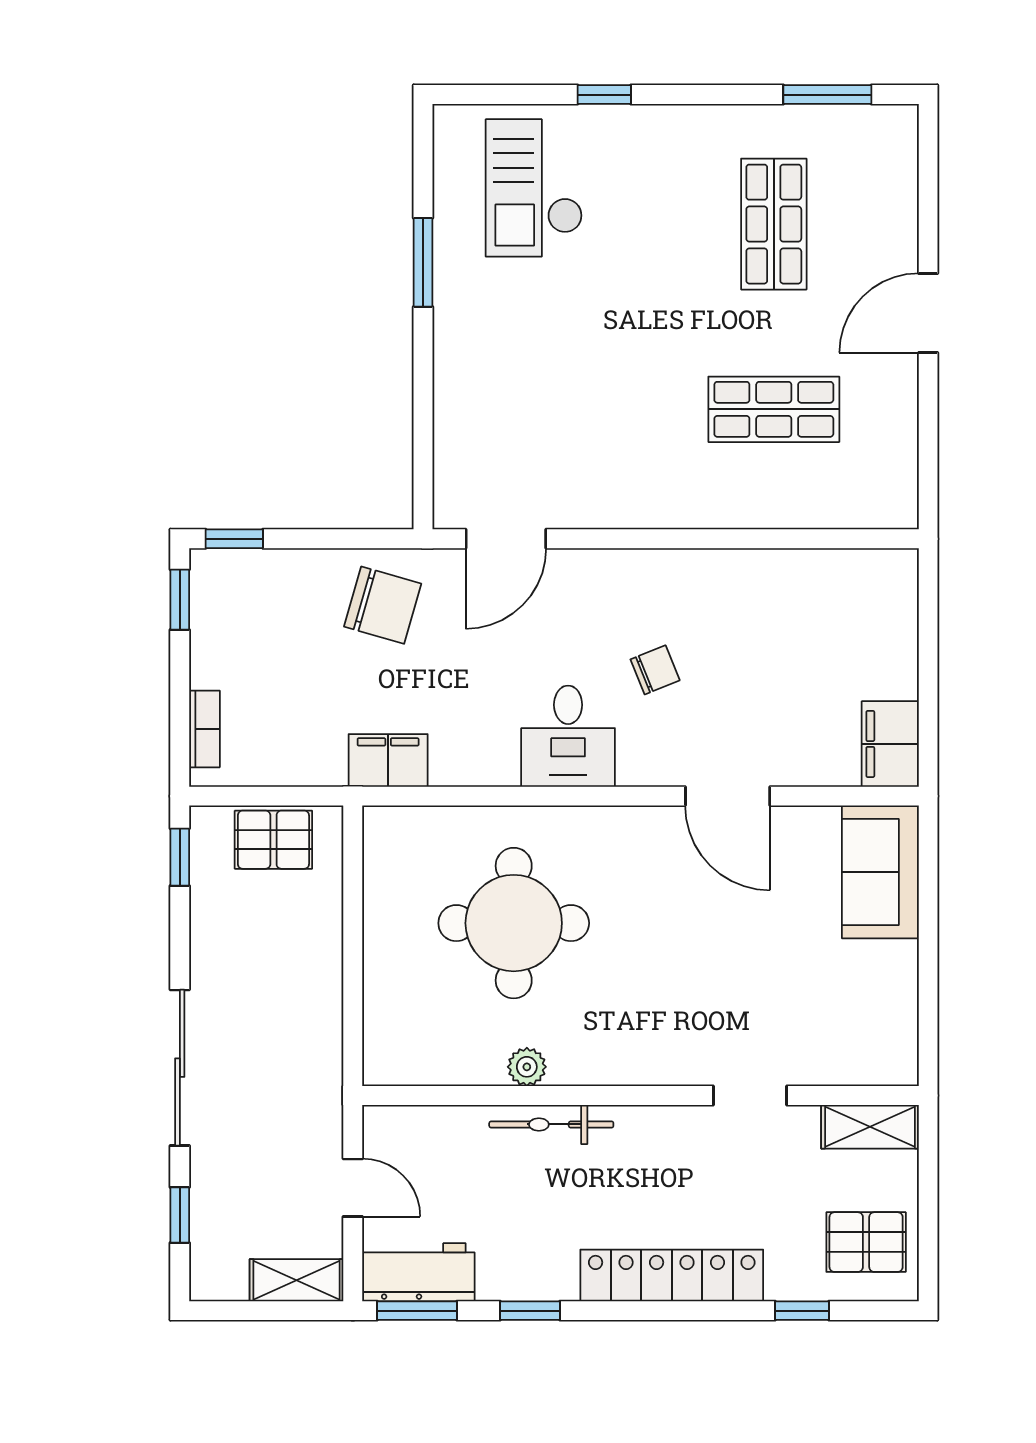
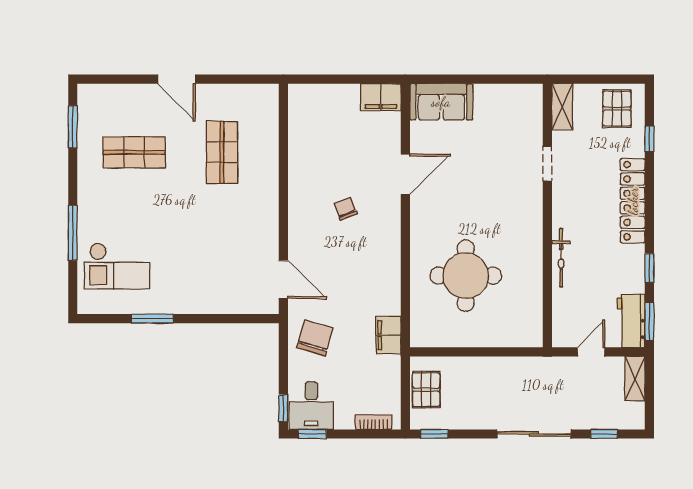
window: (604, 95) -> (73, 233), width x2.17
desk: (568, 736) -> (311, 406), moved, turned 90
plant: (527, 1067) -> (534, 269), removed

